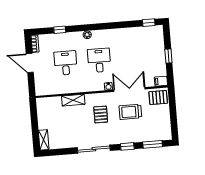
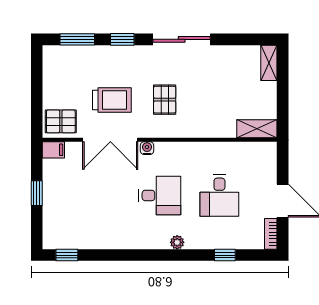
desk: (99, 60) -> (160, 195), turned -90
shelving: (73, 100) -> (257, 129), moved

